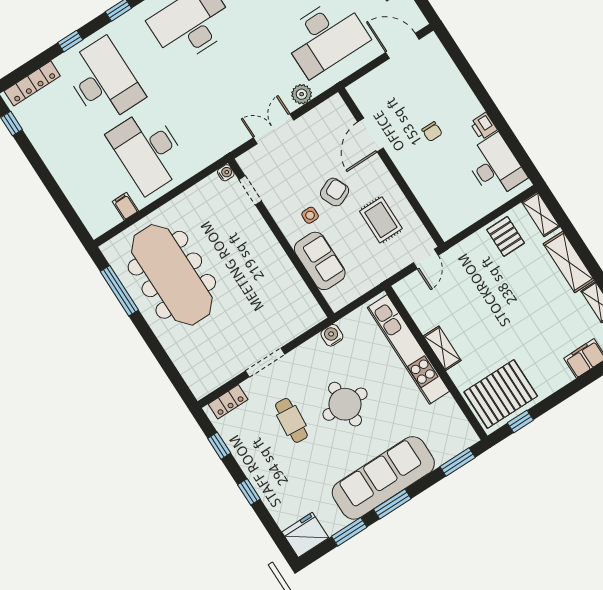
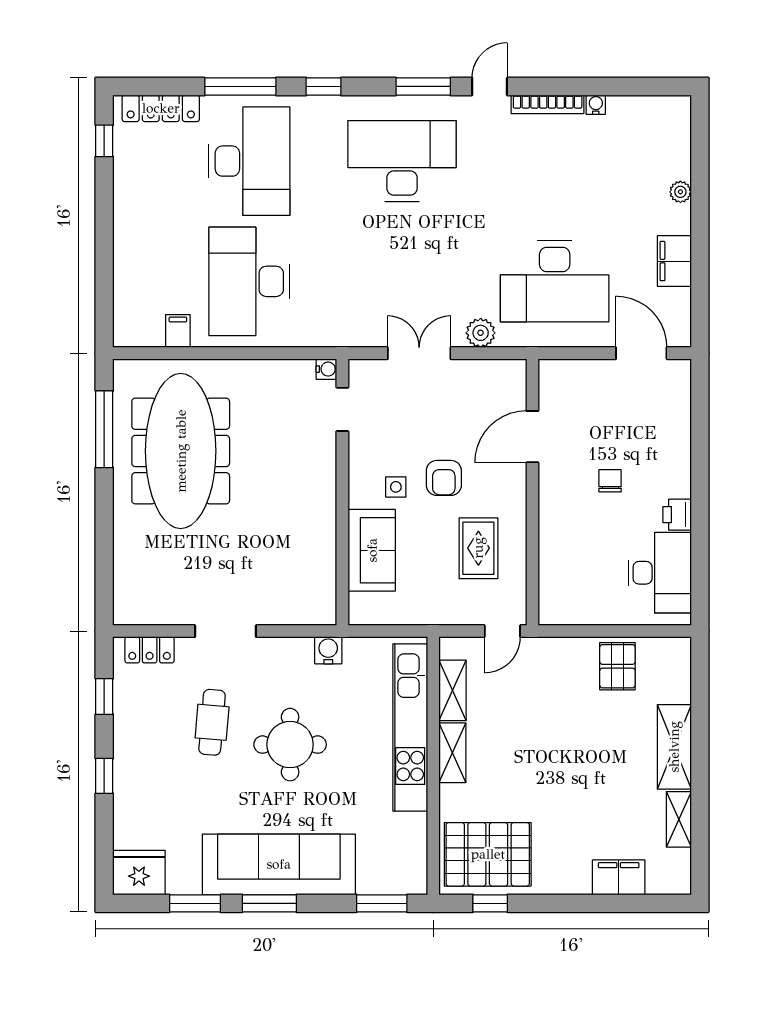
window: (70, 41) -> (240, 86), width x2.17
chair: (432, 132) -> (610, 481), turned 180
armchair: (335, 192) -> (444, 478), turned 114
shelving: (541, 214) -> (452, 690), moved

